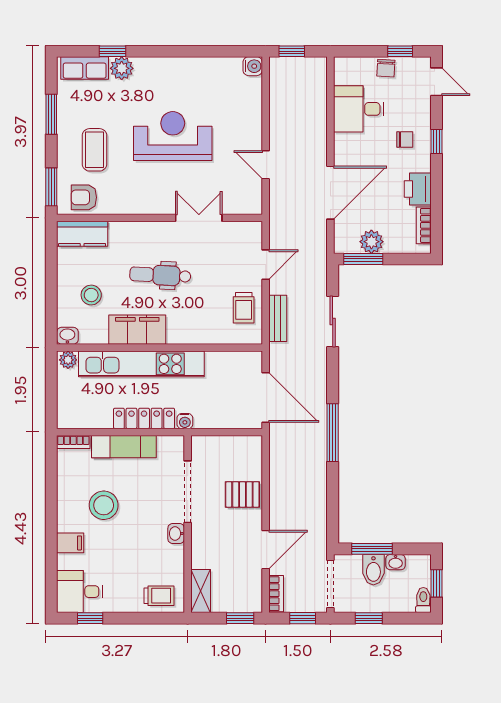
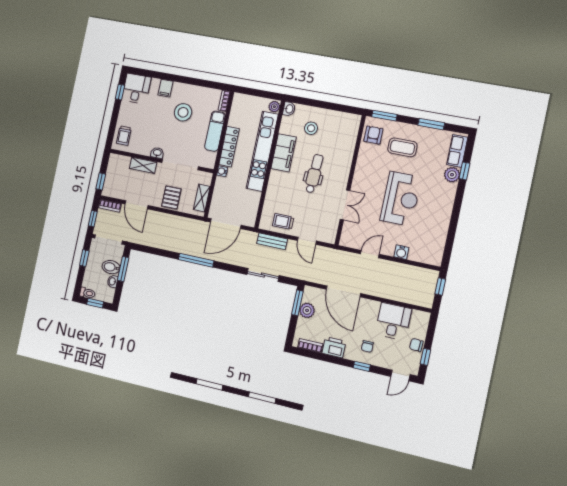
water cooler: (253, 66) -> (401, 252), moved
kitchen counter: (82, 234) -> (350, 130), removed
shelving: (233, 445) -> (202, 198), added
shelving: (201, 591) -> (143, 165), moved

